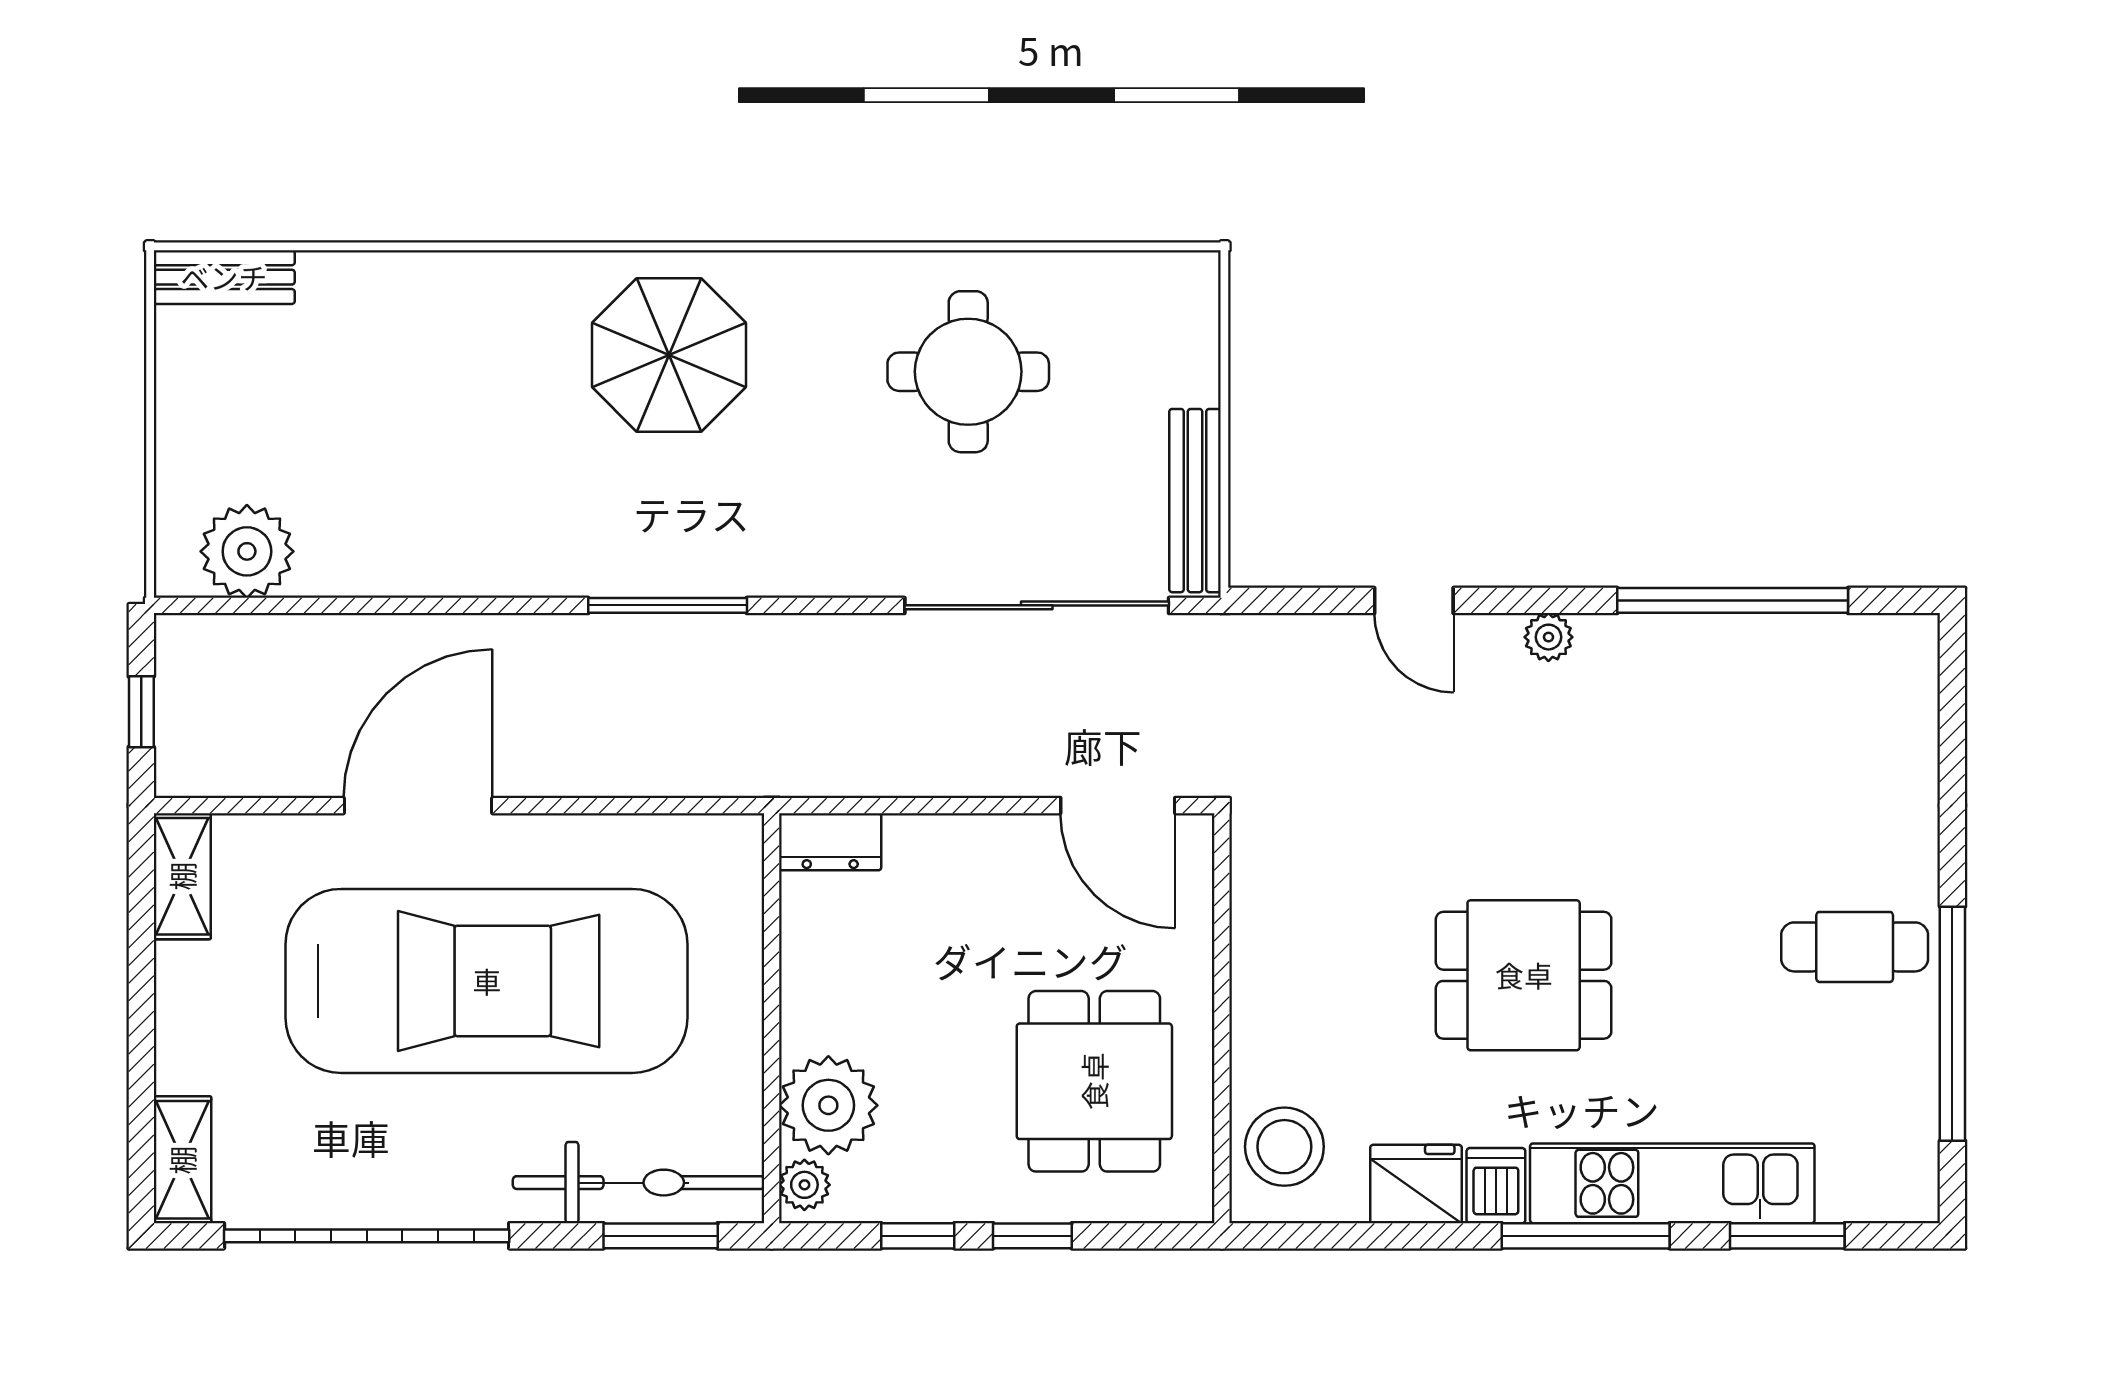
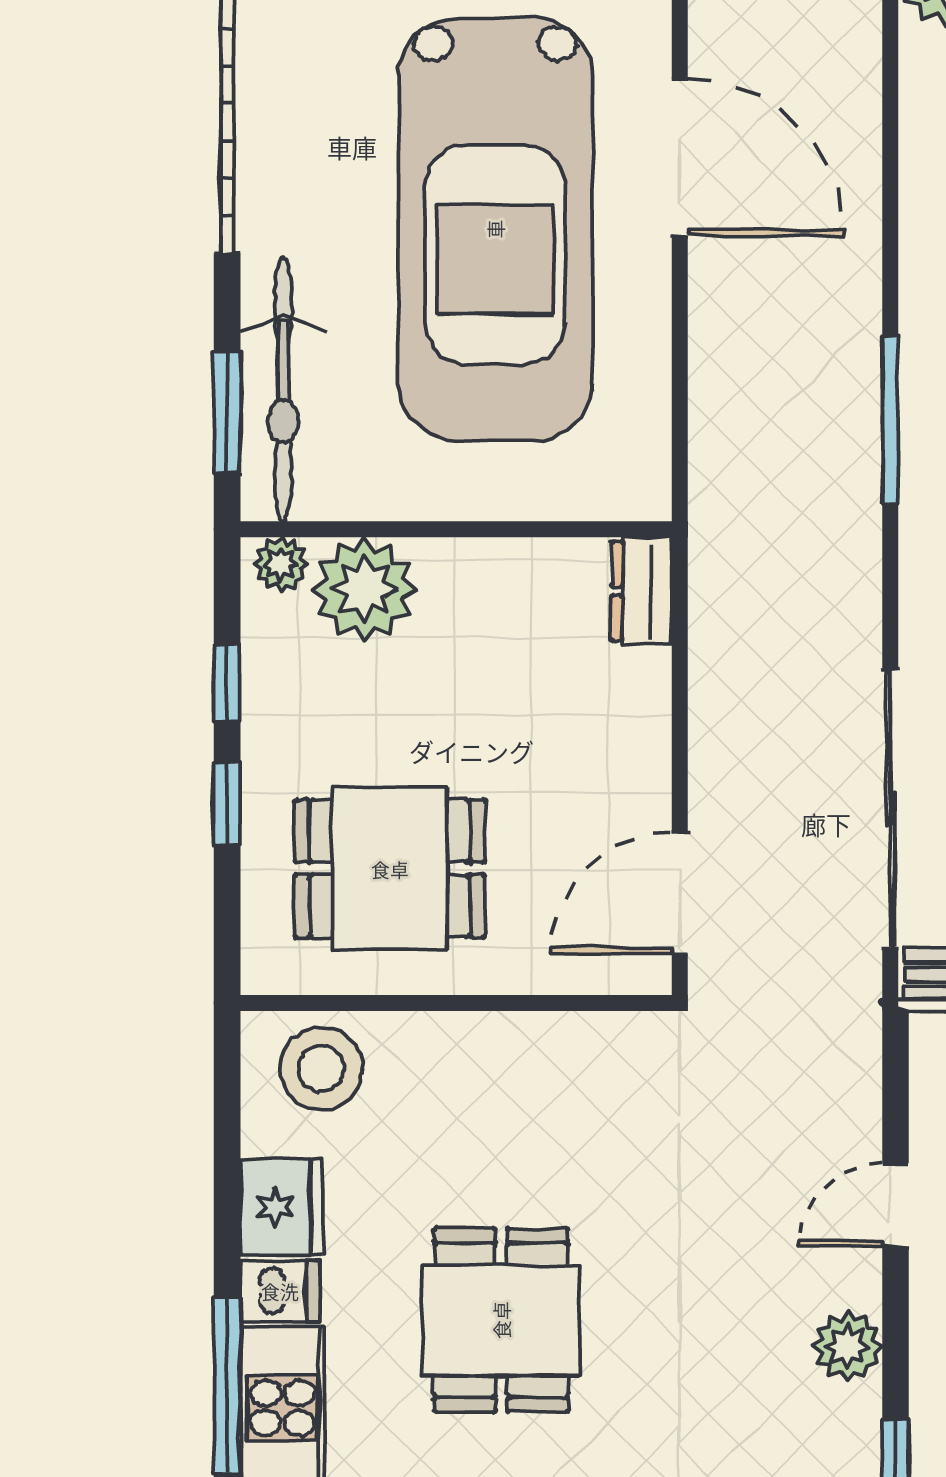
plant: (1548, 637) -> (848, 1346), width x1.38, depth x1.38

